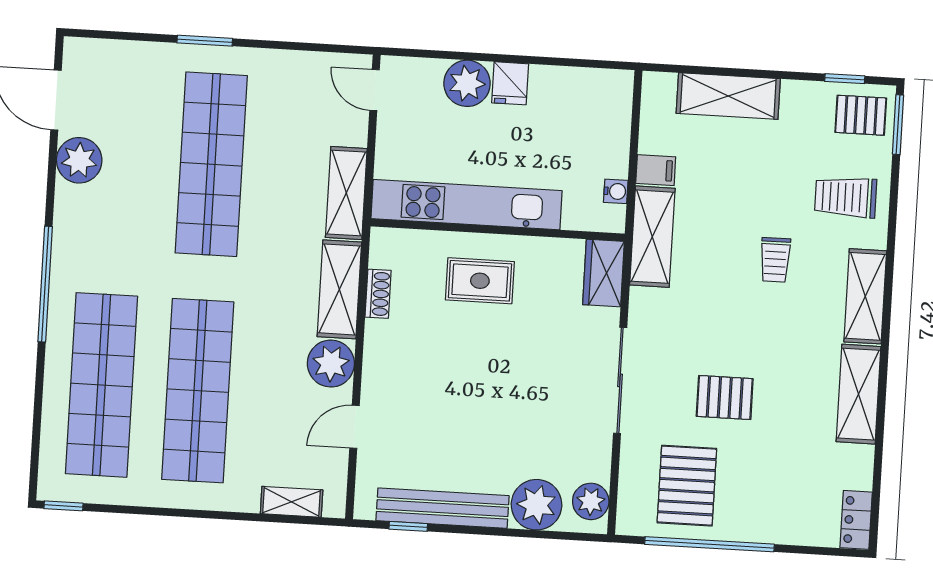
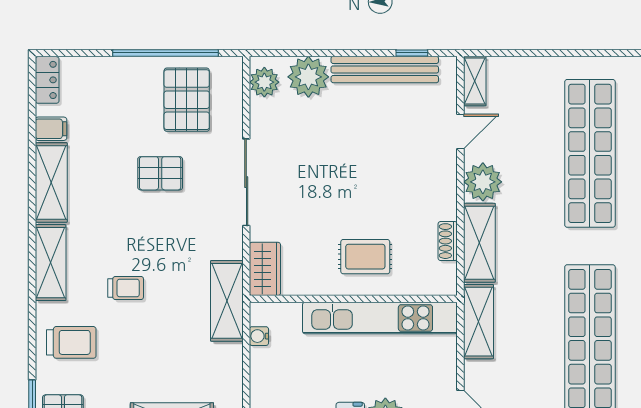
filing cabinet: (656, 170) -> (51, 129), moved, turned 180
trolley: (775, 260) -> (126, 288), turned 90
shelving: (292, 502) -> (475, 81), moved, turned 90

